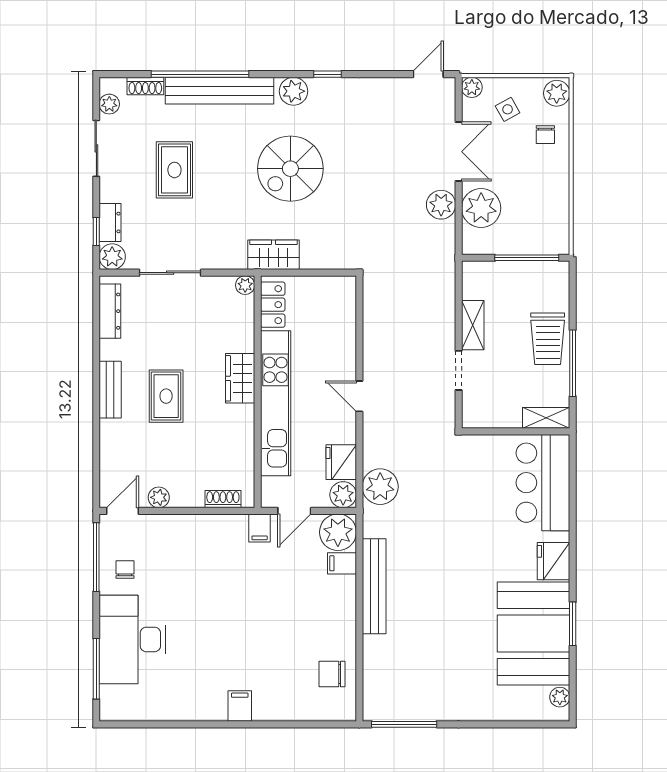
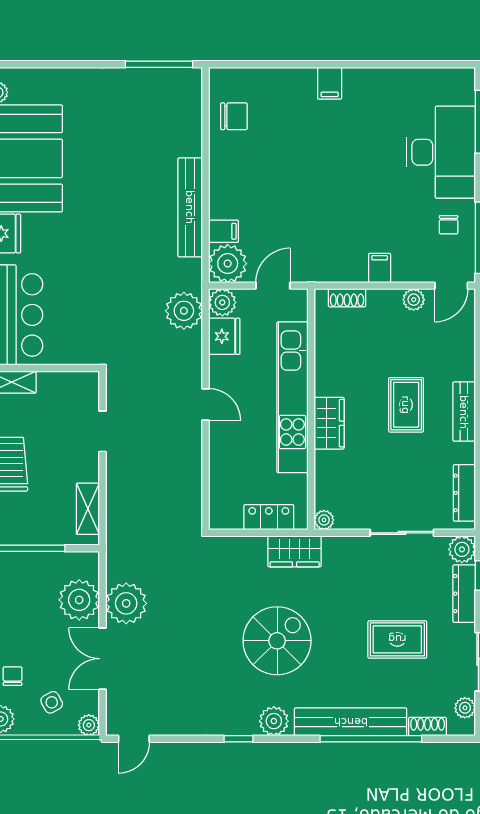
rug: (174, 170) -> (397, 639), turned 90
plant: (441, 205) -> (126, 603), width x1.36, depth x1.36
dresser: (110, 223) -> (464, 594), width x1.44
locker: (273, 305) -> (269, 517), moved, turned 90
shelving: (473, 325) -> (88, 509), moved
filing cabinet: (260, 528) -> (380, 268), moved

